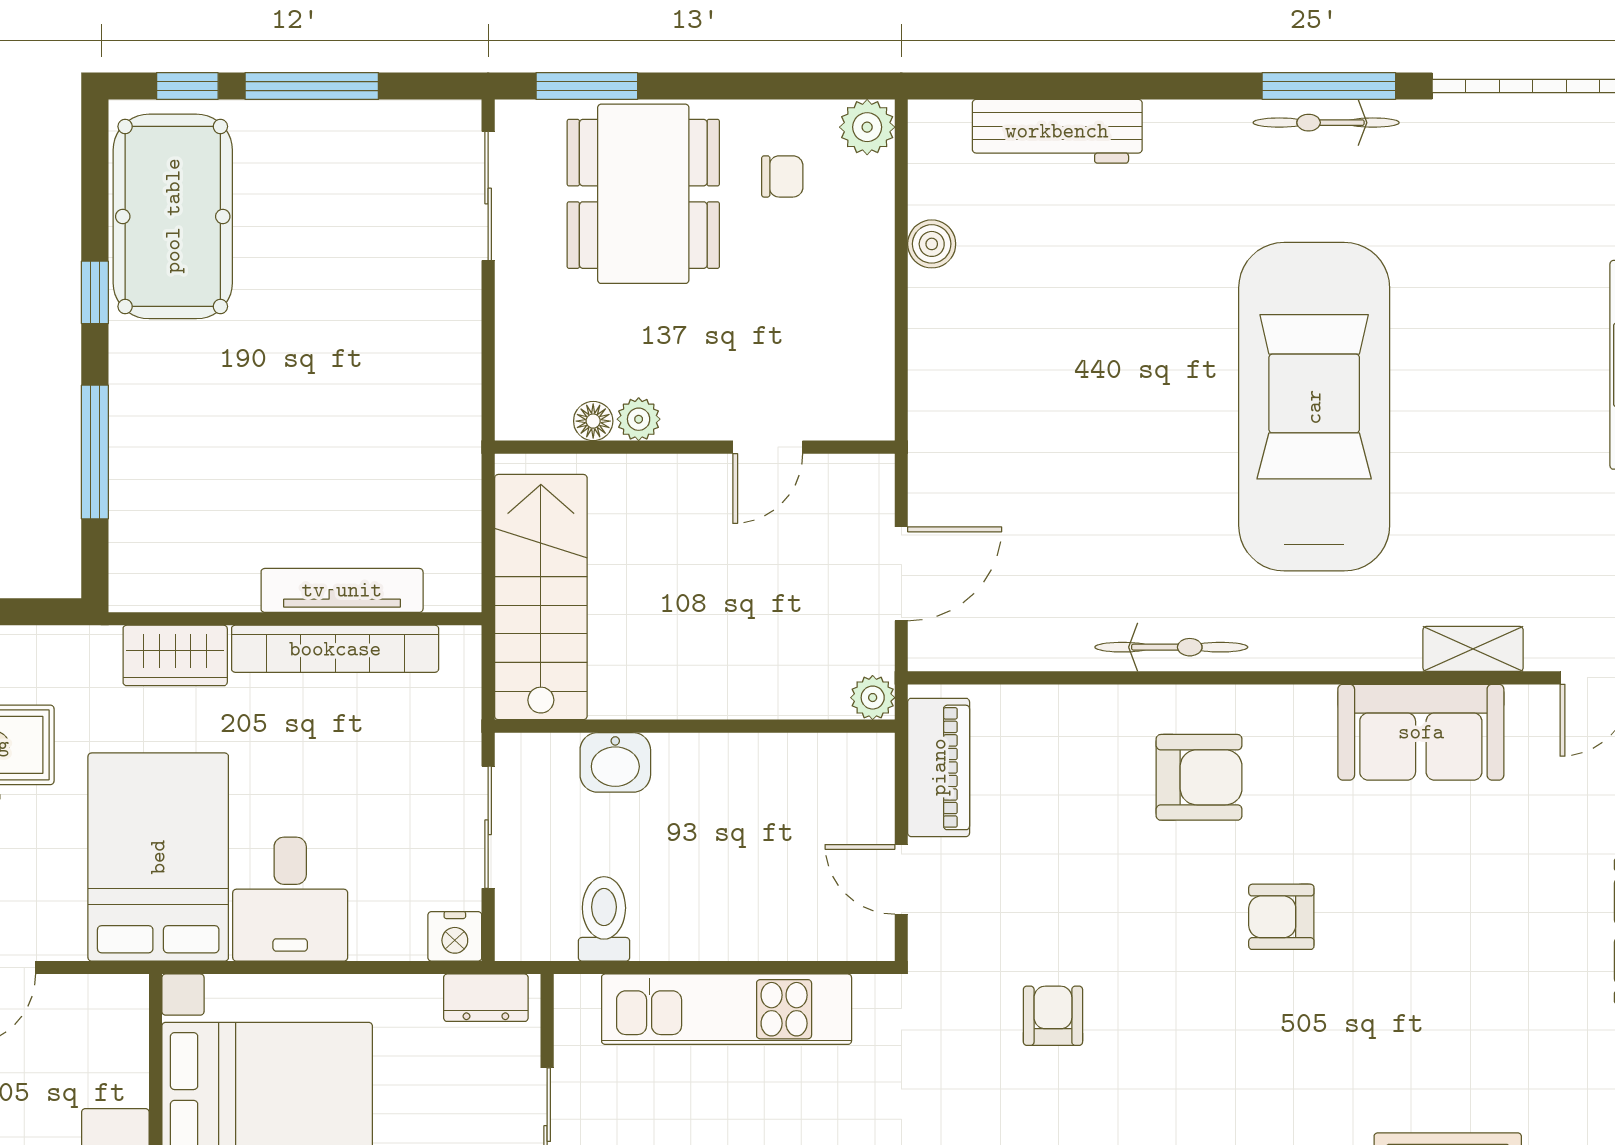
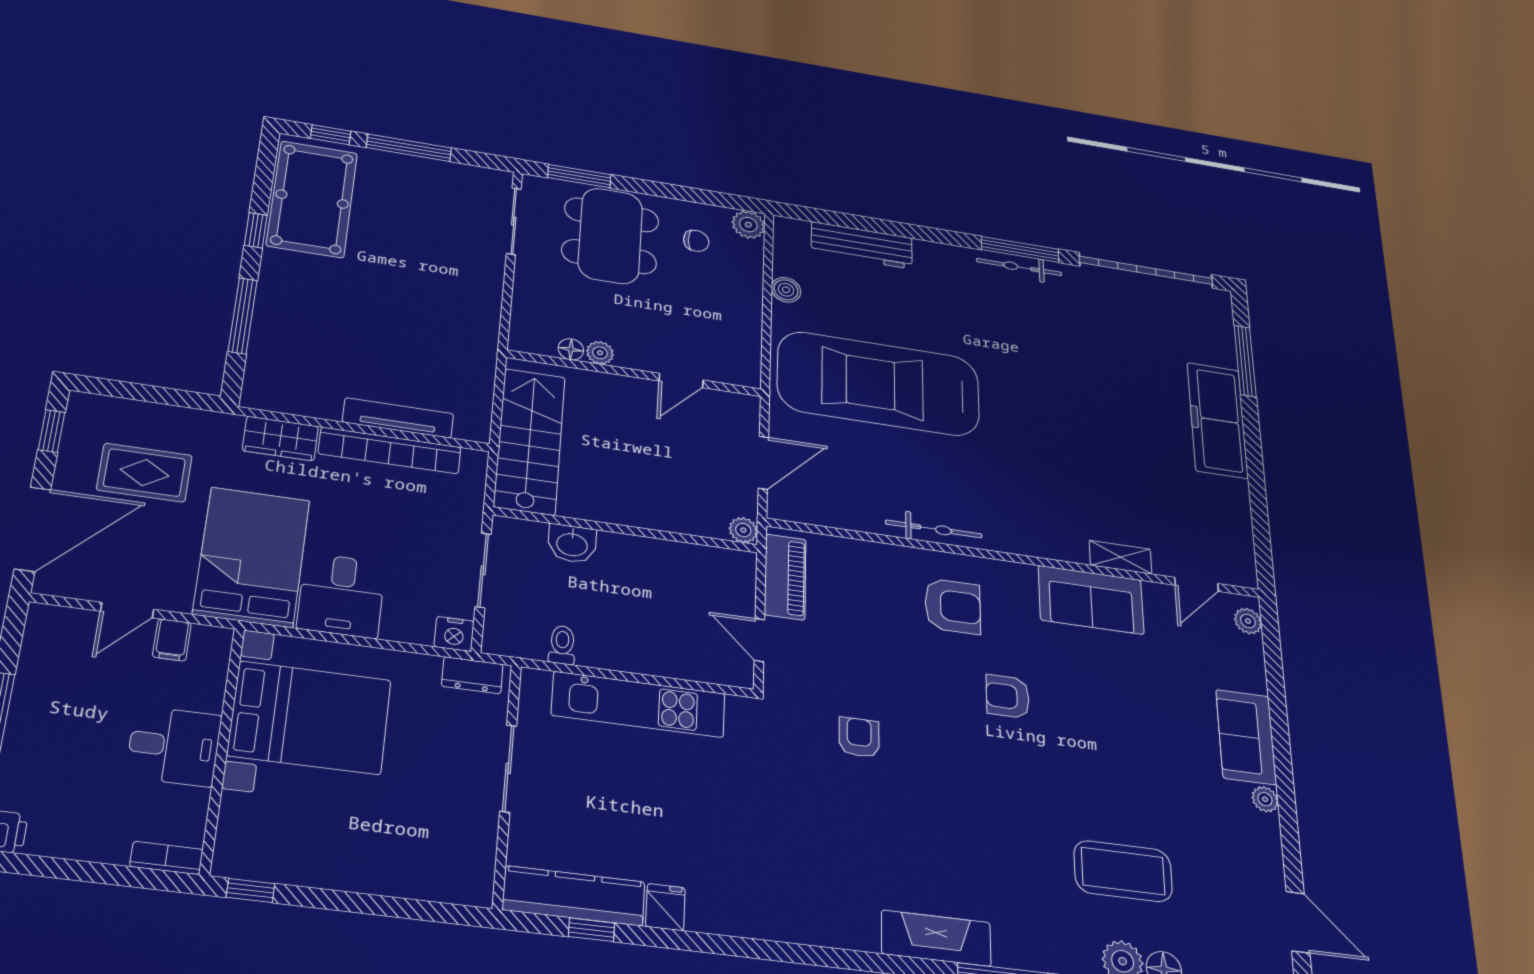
car: (1314, 407) -> (879, 384), moved, turned -90
toilet: (604, 919) -> (562, 645), width x0.73, depth x0.72
filing cabinet: (66, 1004) -> (172, 640), added

